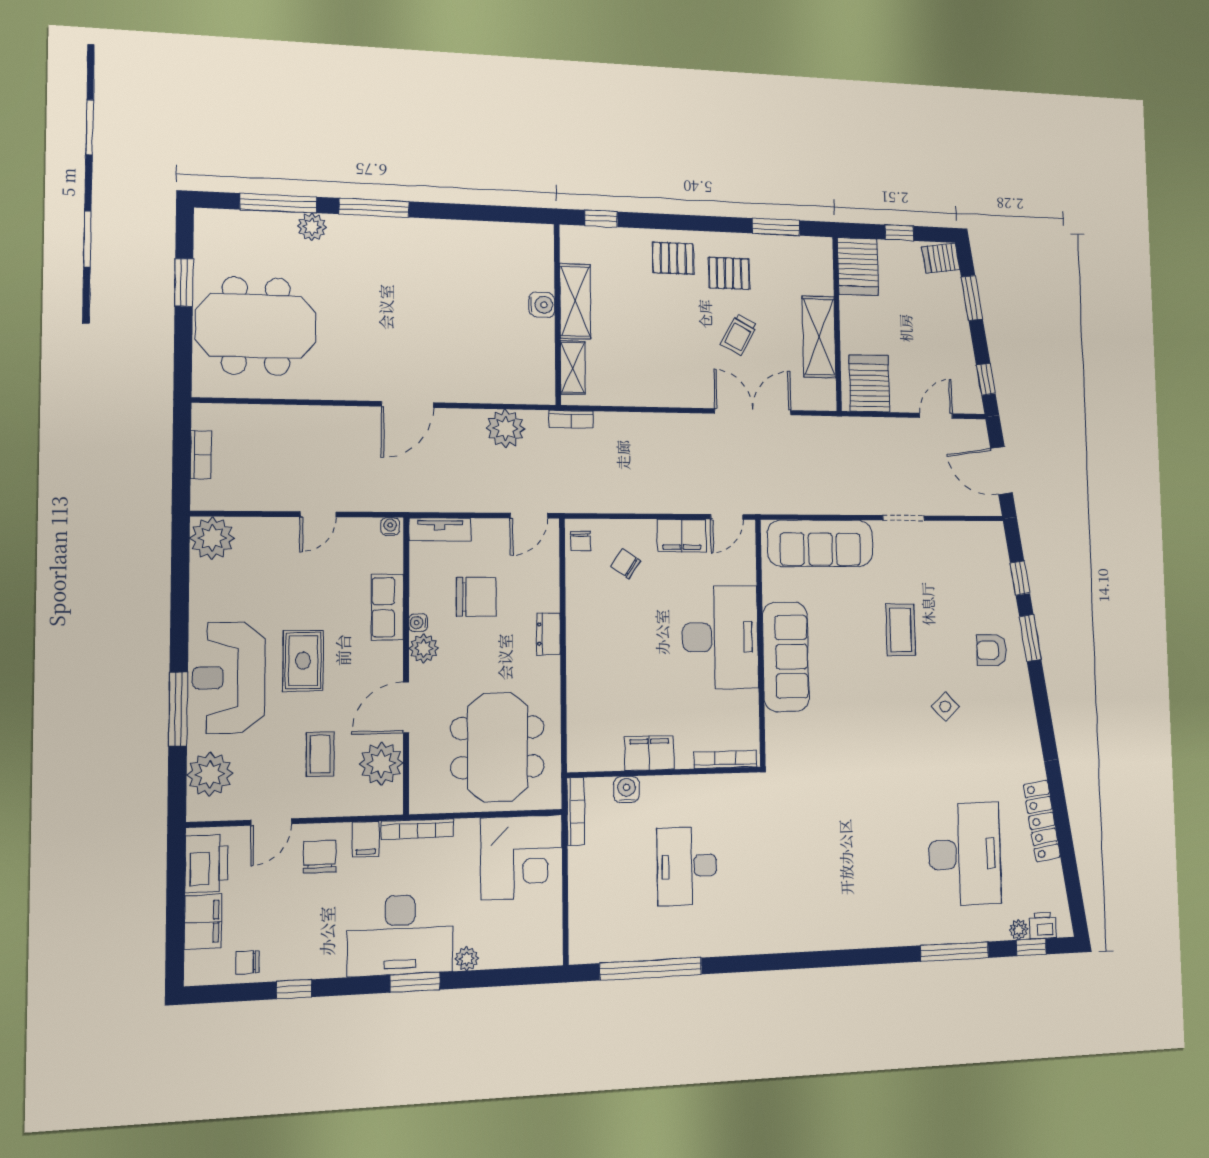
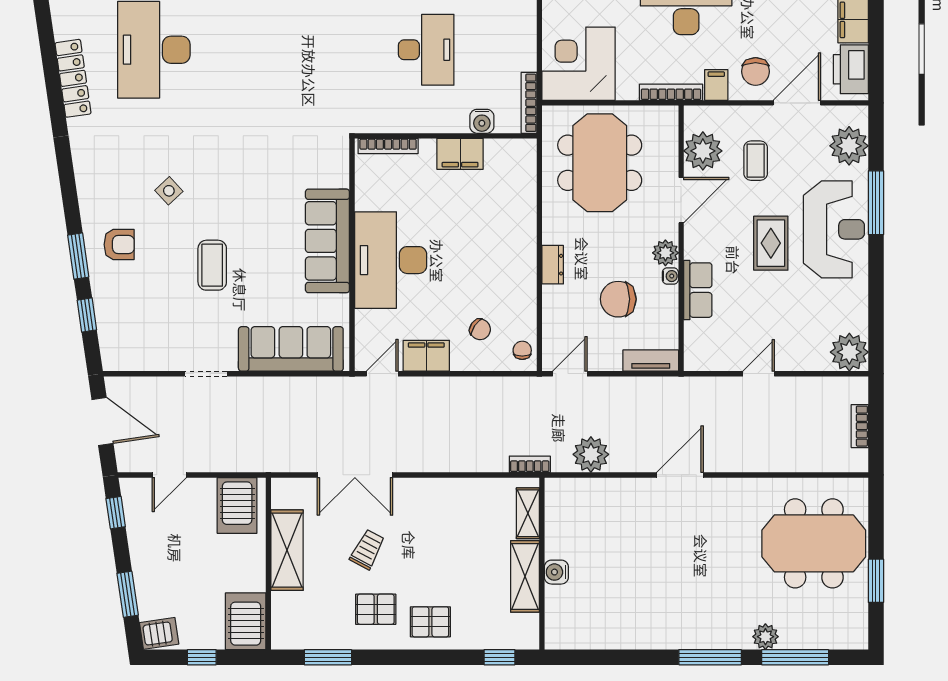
water cooler: (390, 526) -> (695, 363), removed
door: (271, 822) -> (797, 103), width x1.38

